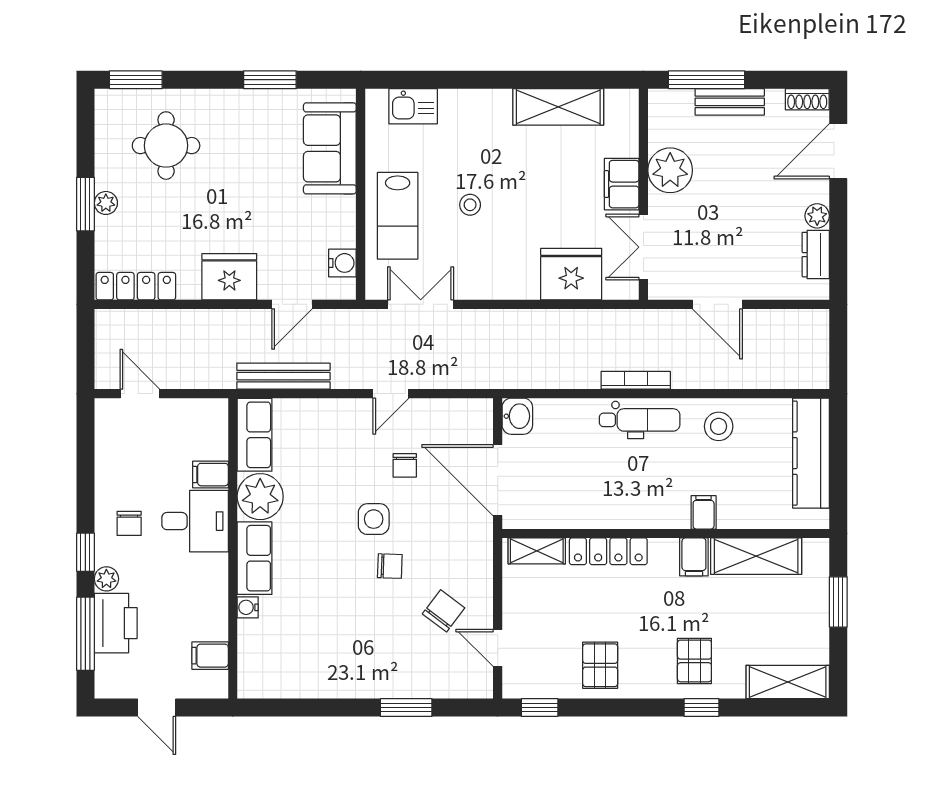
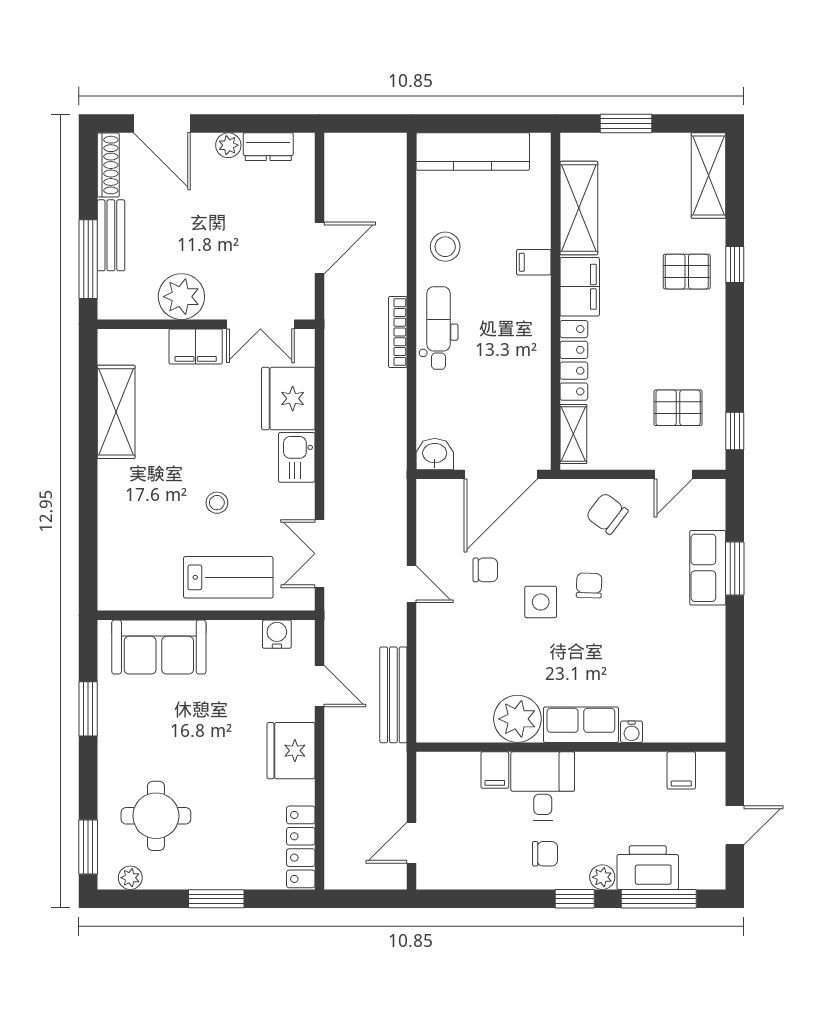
shoe rack: (807, 99) -> (108, 165), width x1.43
kitchen sink: (413, 106) -> (297, 457), moved, turned 180
plant: (106, 203) -> (130, 878), moved
row of seats: (255, 435) -> (708, 568), moved, turned -90
filing cabinet: (694, 557) -> (580, 287), width x2.00
chair: (444, 611) -> (607, 514), moved
pallet: (600, 665) -> (678, 408), moved

